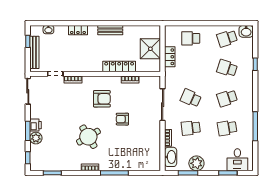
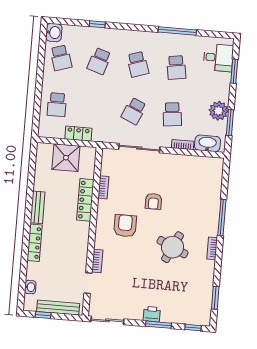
locker: (78, 30) -> (35, 243), width x1.53
round table: (88, 137) -> (173, 247), turned -34
plant: (36, 138) -> (169, 315), removed

